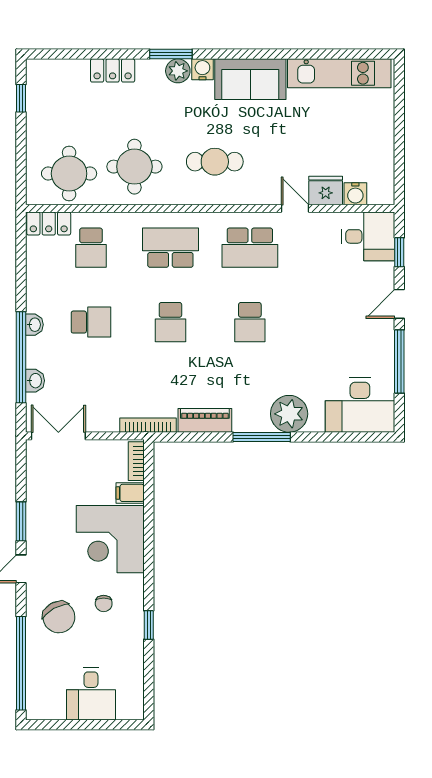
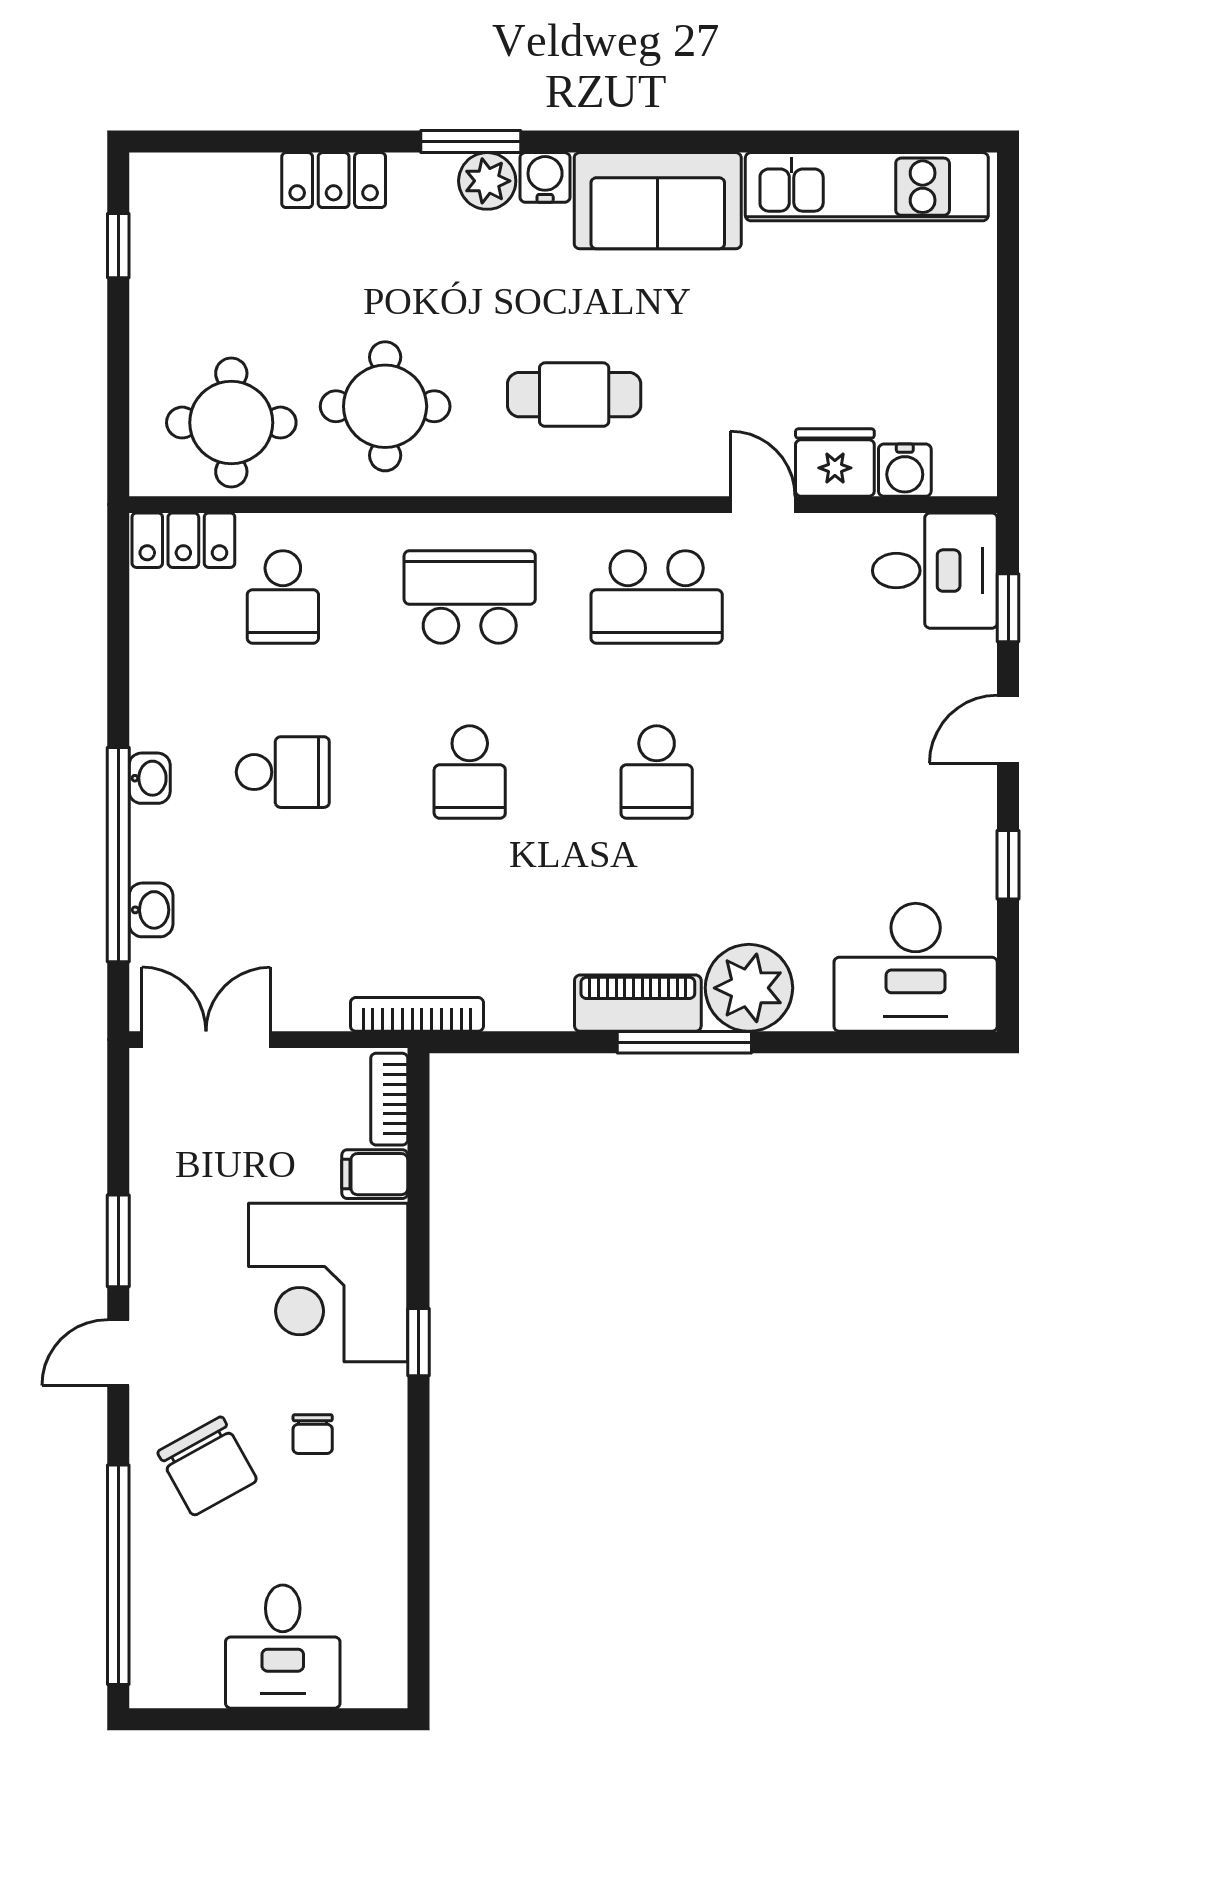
window: (399, 362) -> (1008, 865), width x0.46
piano: (205, 420) -> (638, 1003), moved
window: (149, 625) -> (418, 1342), moved

